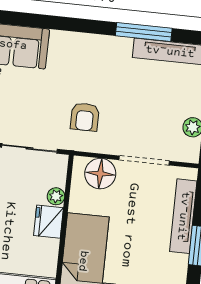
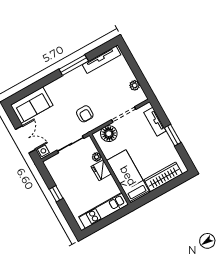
window: (144, 32) -> (74, 65), moved
tv unit: (183, 216) -> (155, 122), width x0.71

